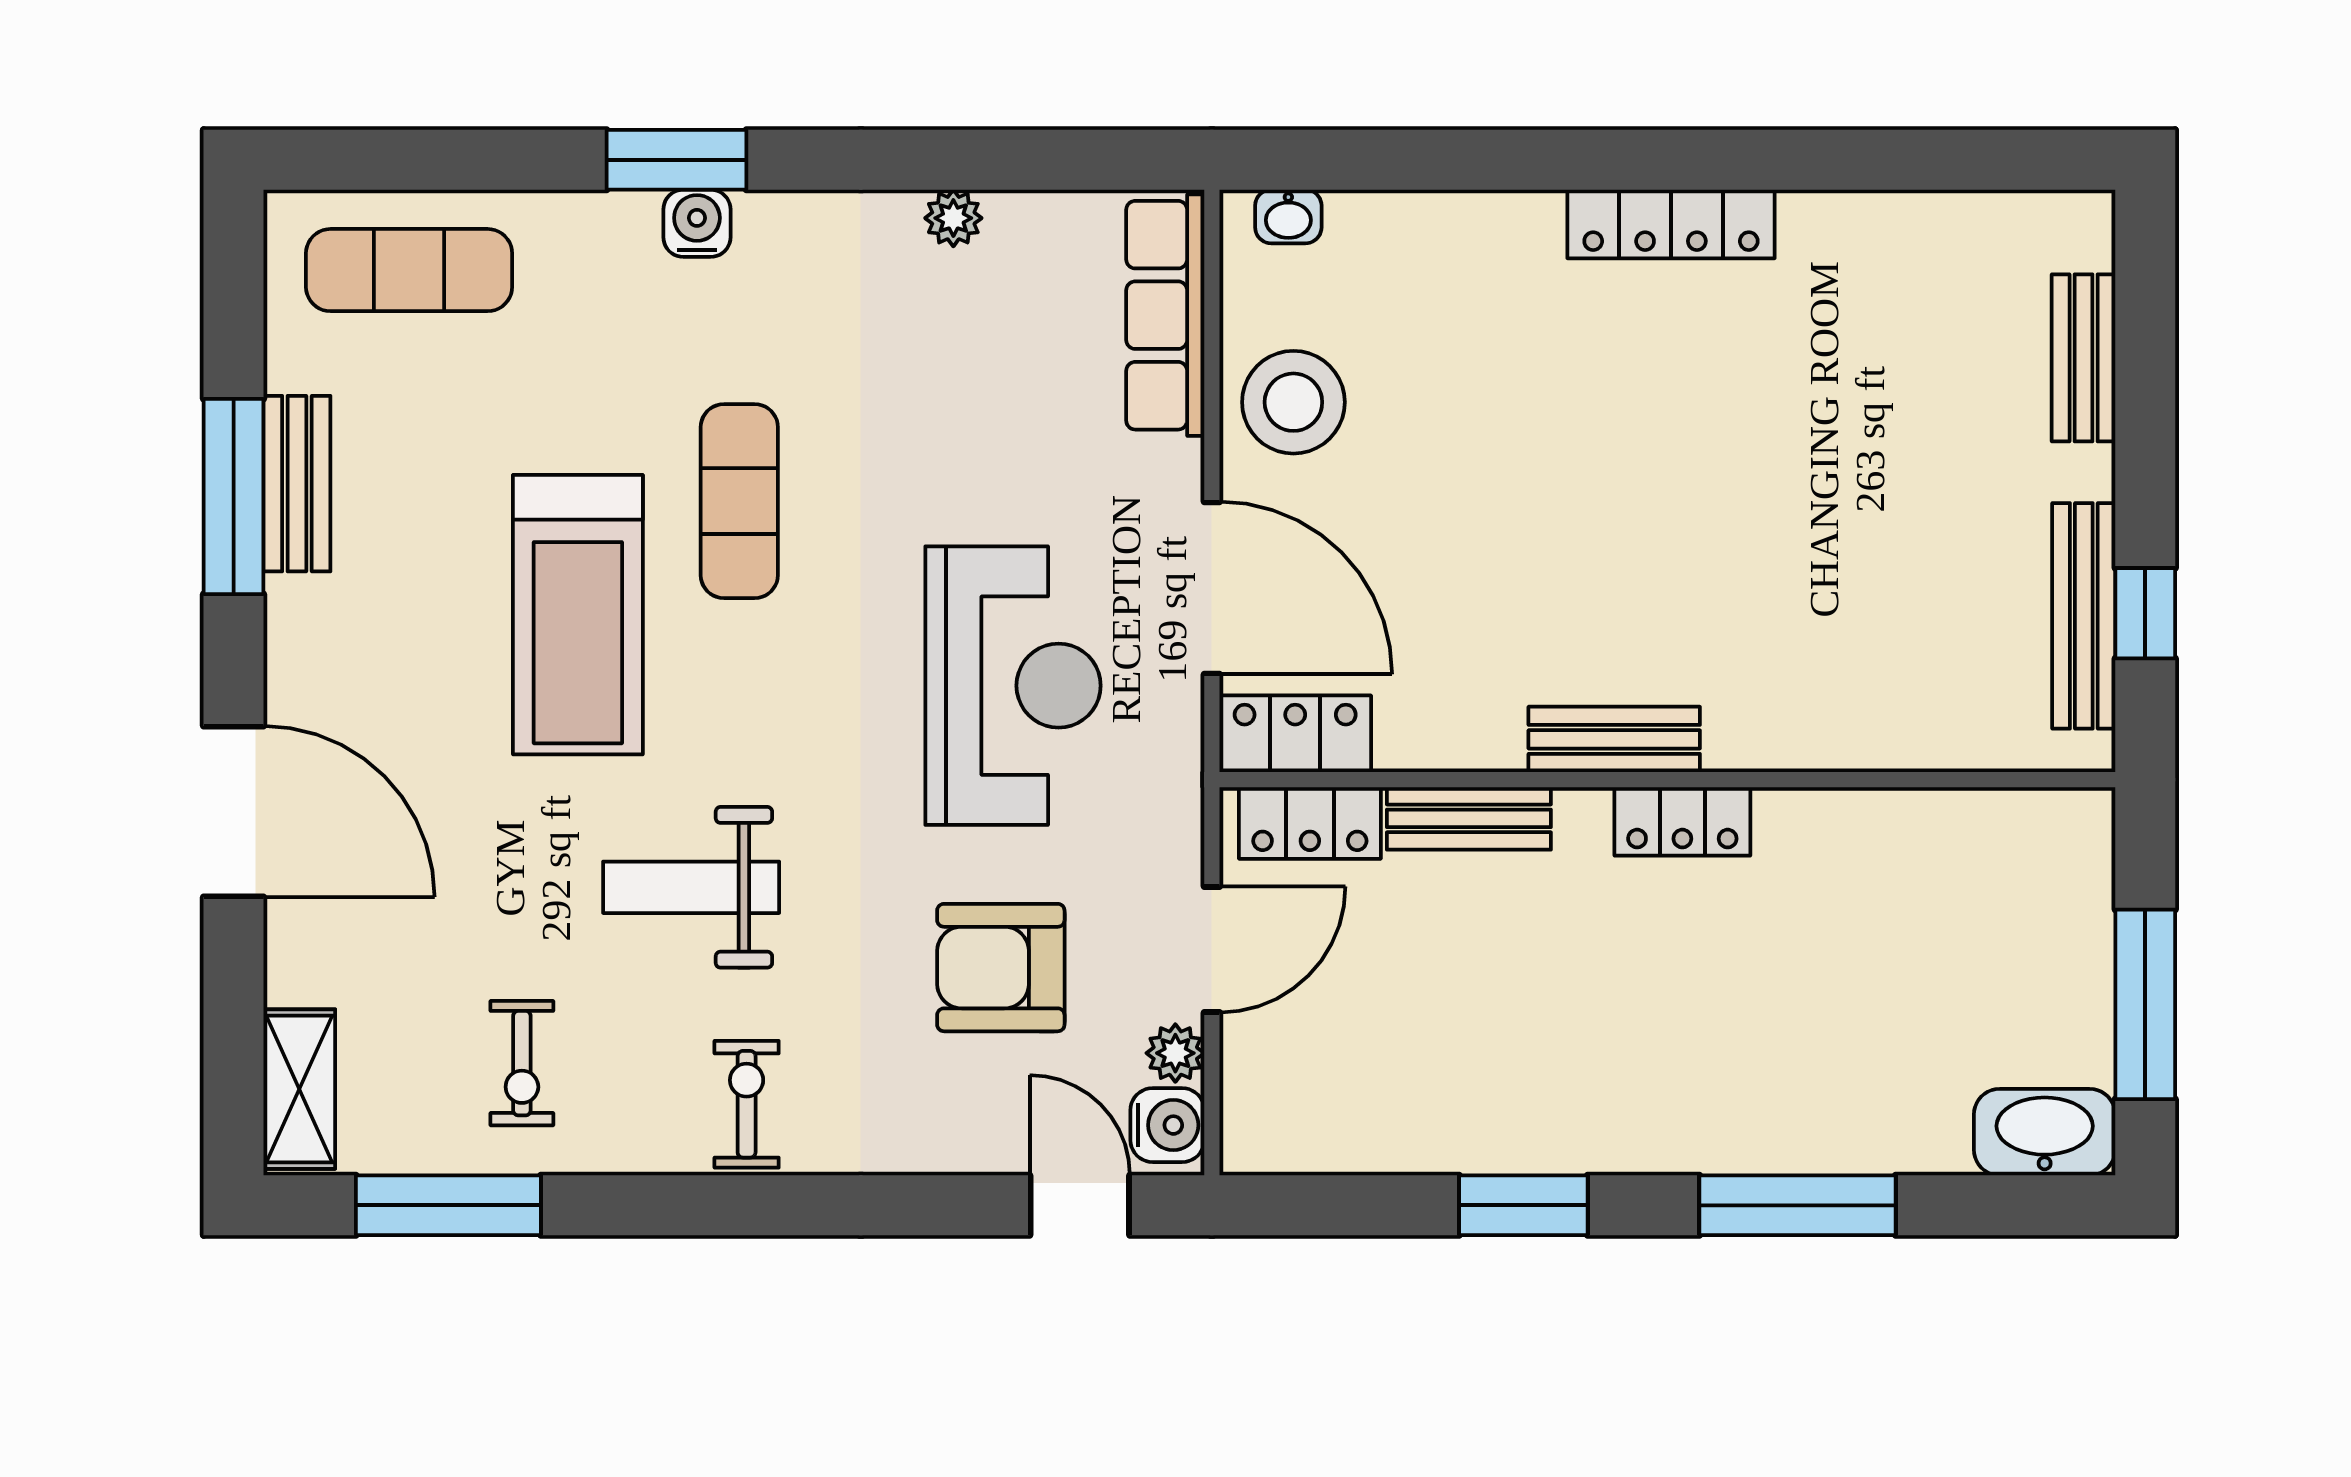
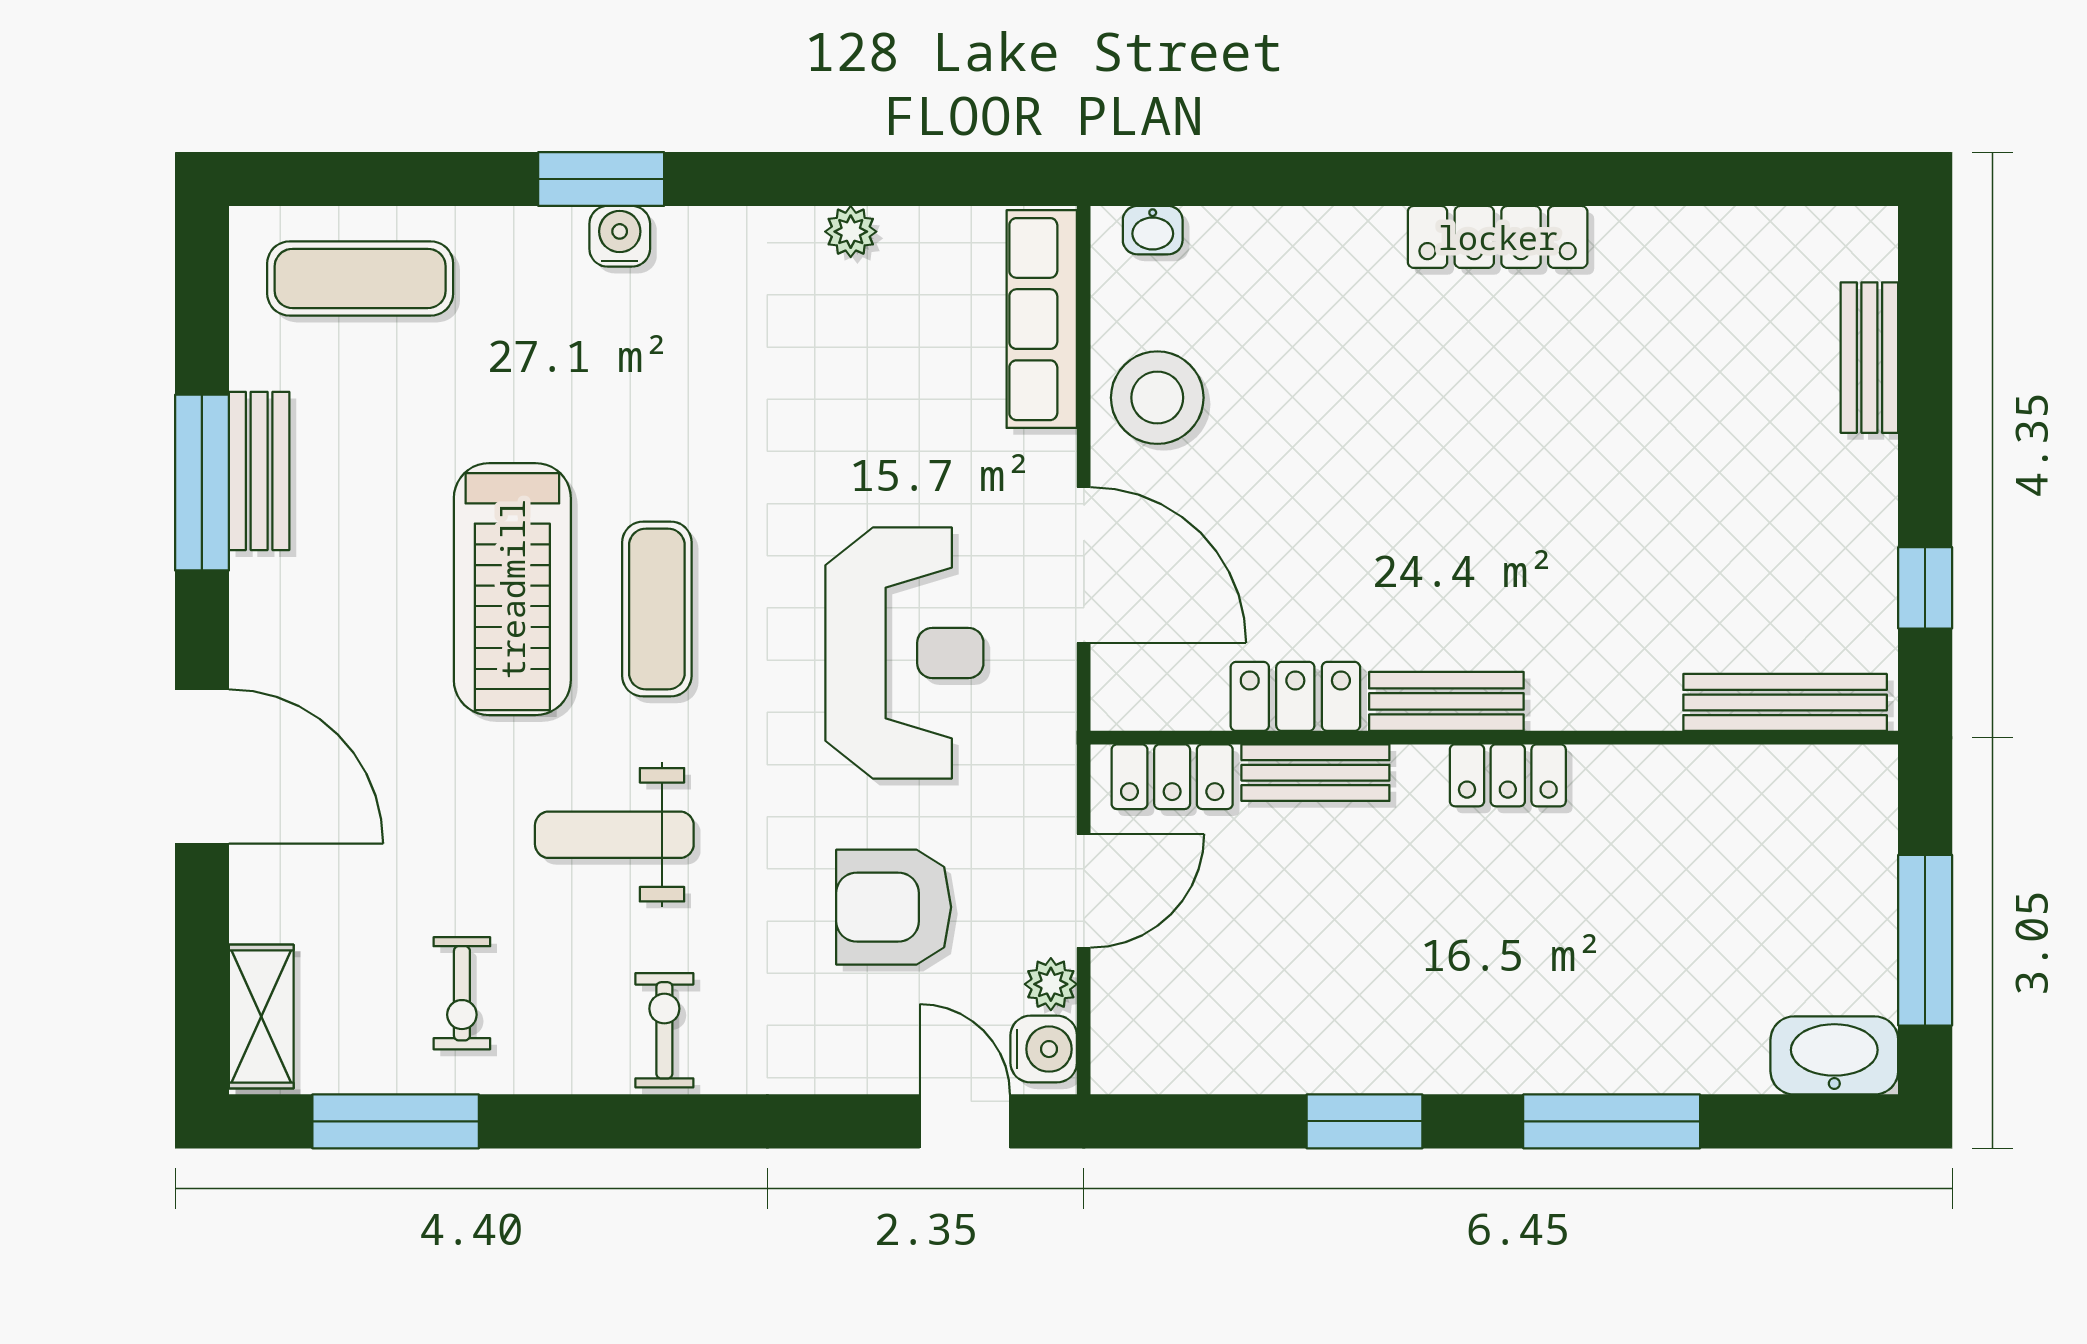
exercise mat: (739, 501) -> (657, 609), moved
bench: (2084, 616) -> (1785, 702), moved, turned 90
locker: (1295, 734) -> (1295, 696), moved

